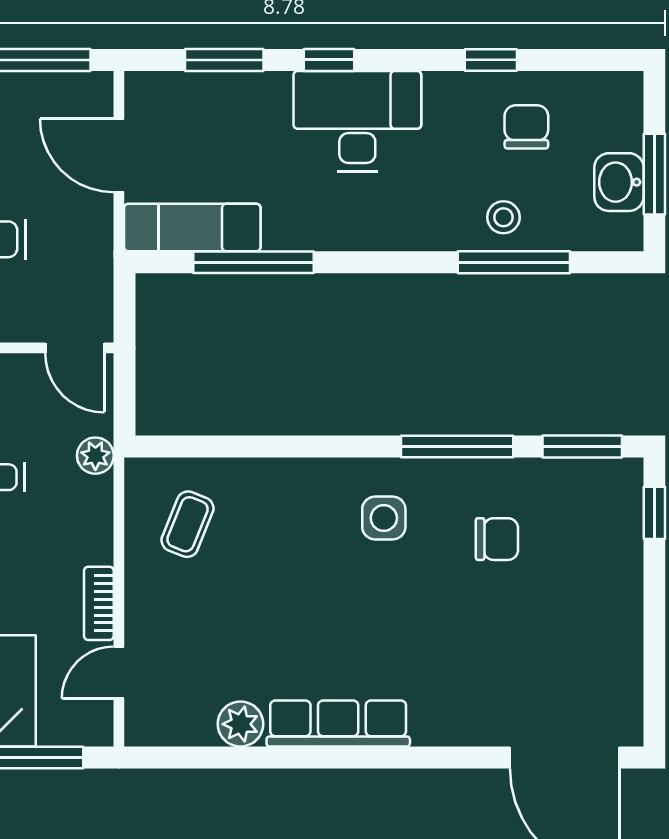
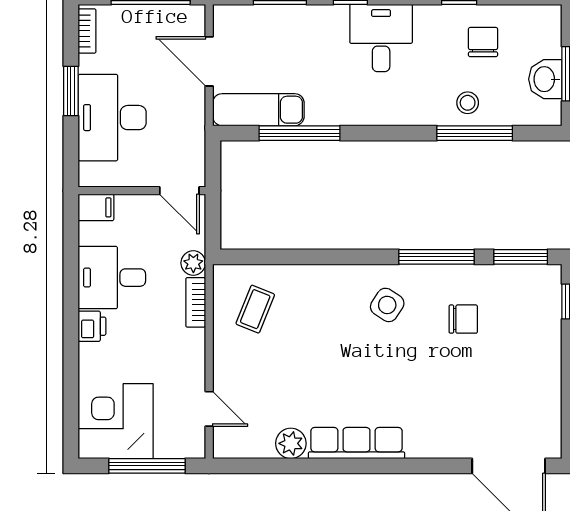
desk: (357, 121) -> (381, 38), width x0.73
side table: (384, 518) -> (387, 305), turned 33
bookcase: (99, 603) -> (196, 302), moved
door: (119, 673) -> (209, 409), swing flipped

